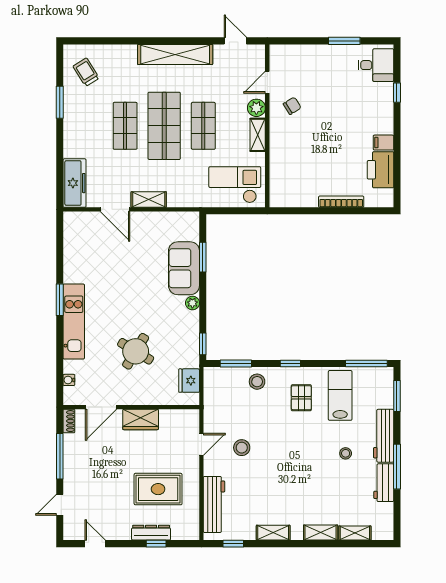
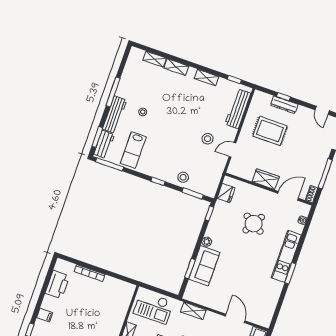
filing cabinet: (383, 143) -> (45, 315), moved
shelving: (149, 200) -> (193, 311), moved
pallet: (301, 398) -> (159, 157), removed
workbench: (384, 483) -> (104, 144), moved

